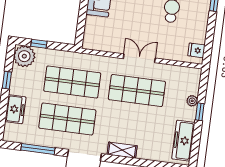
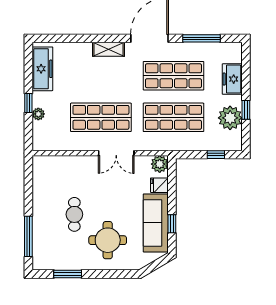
plant: (90, 42) -> (160, 164), added
fridge: (196, 50) -> (159, 185), moved, turned 180
plant: (24, 56) -> (230, 118), moved
double door: (139, 58) -> (116, 153), moved

